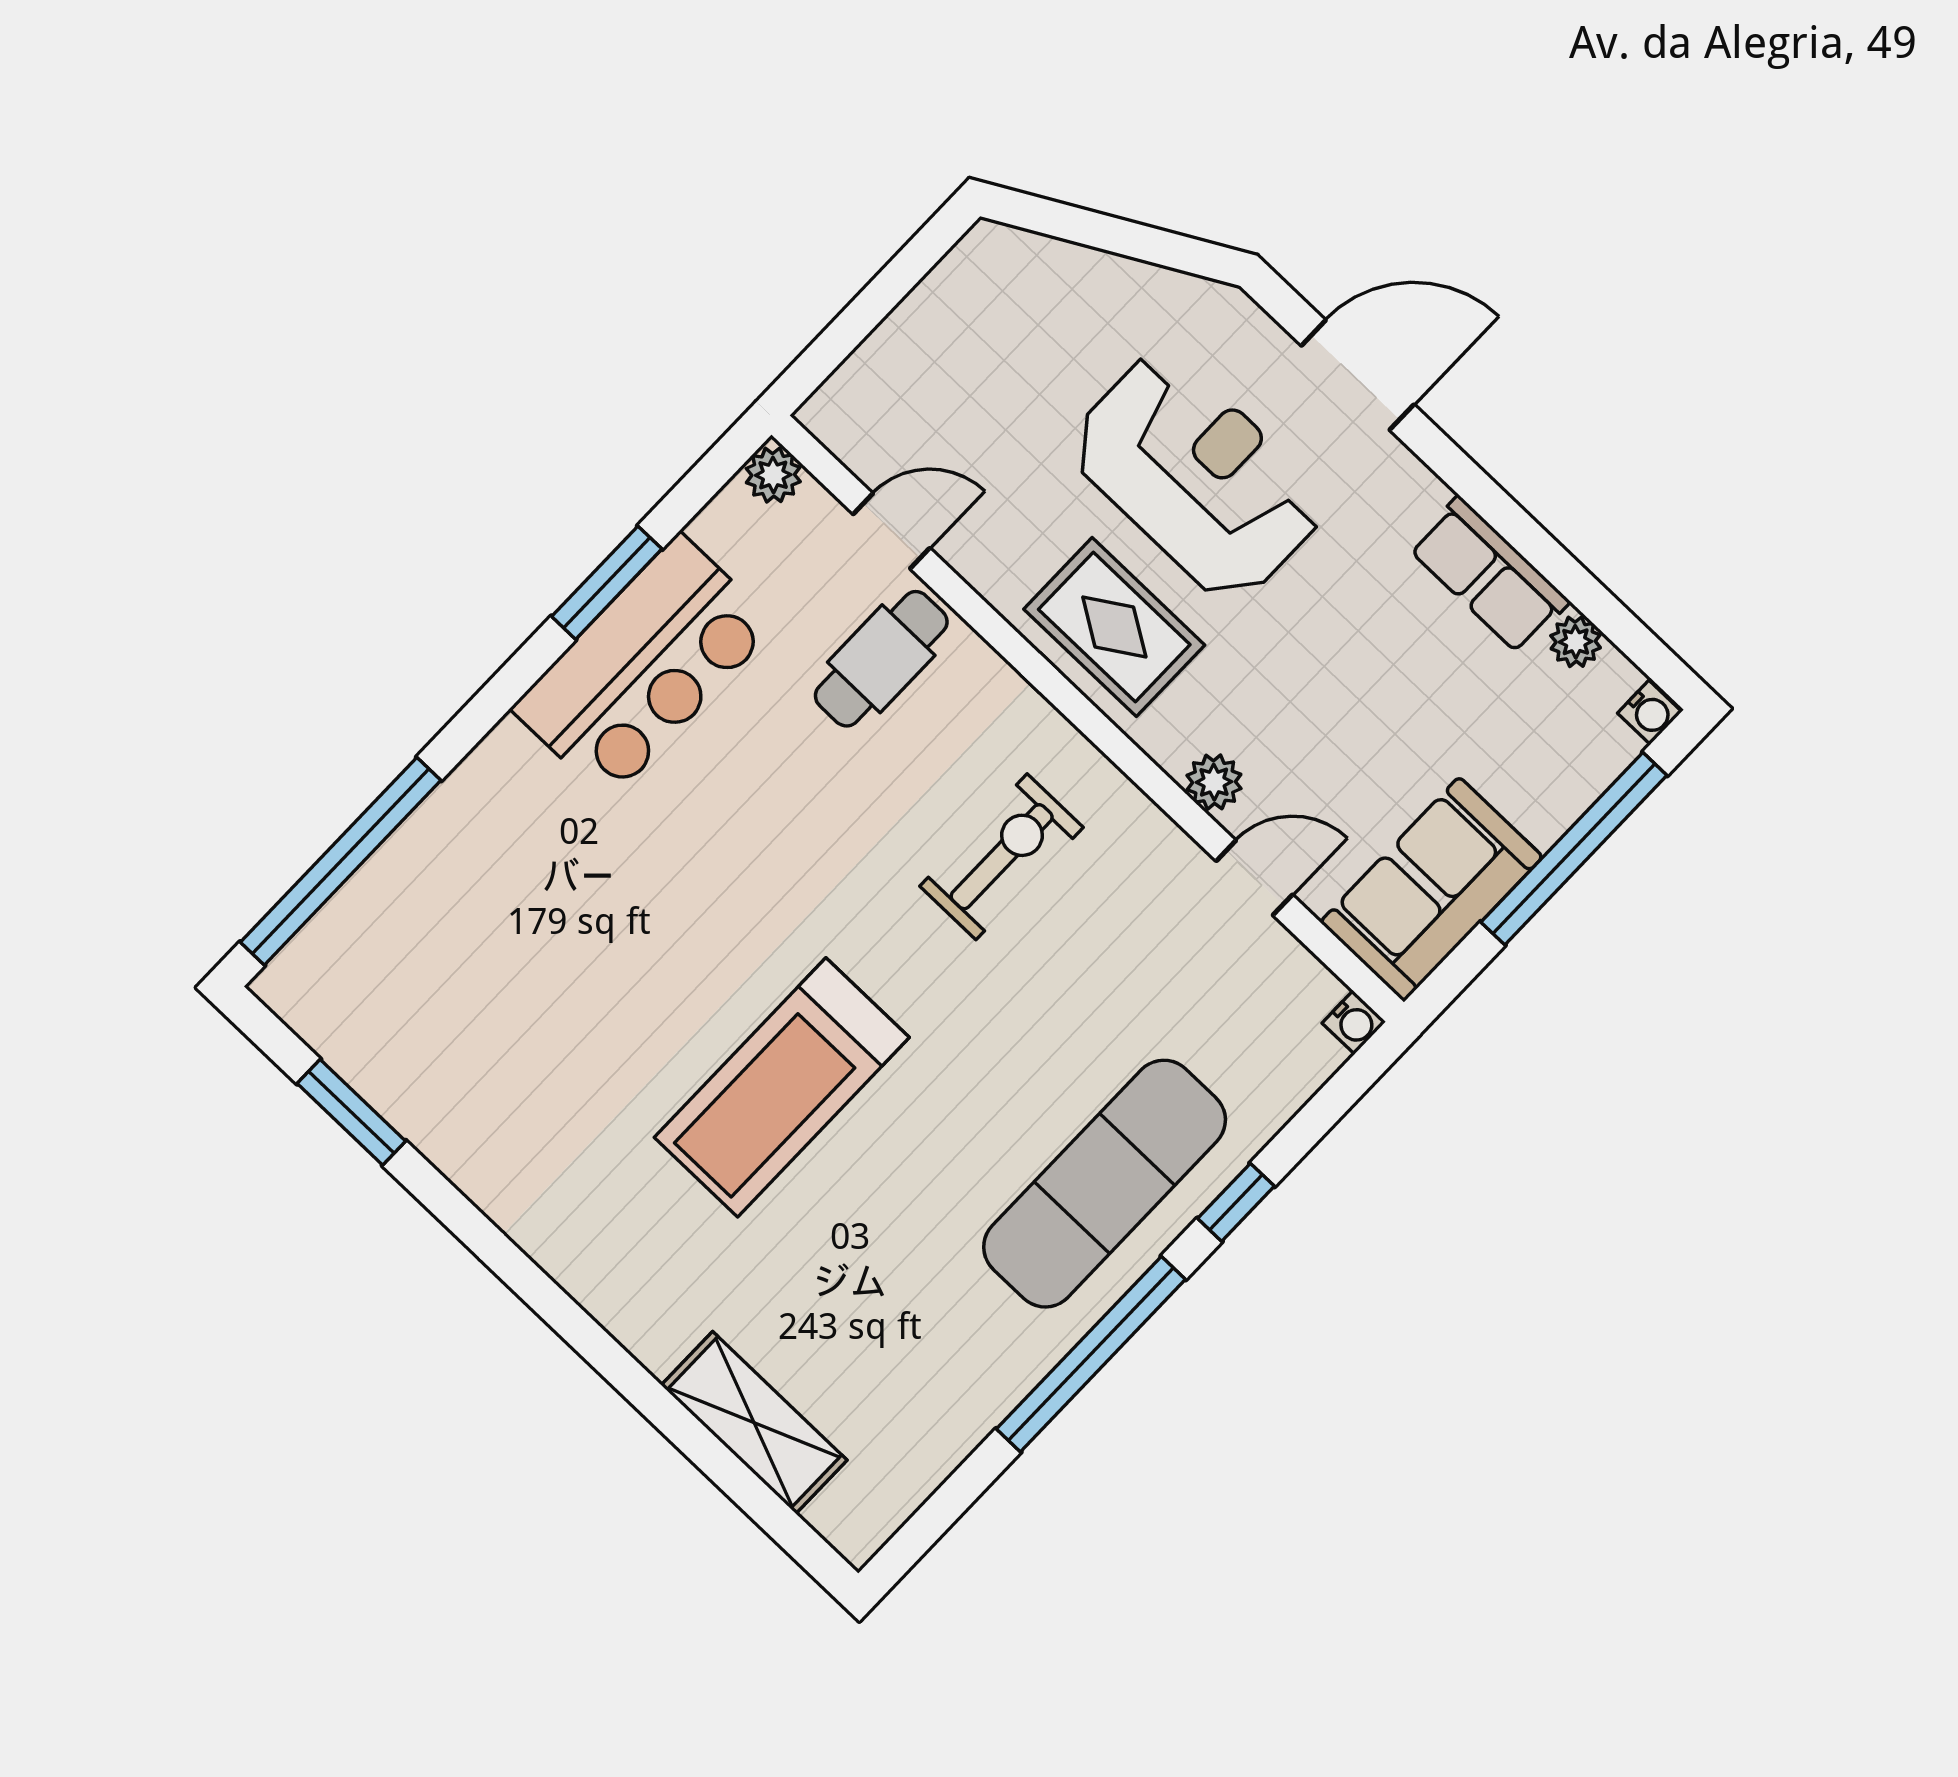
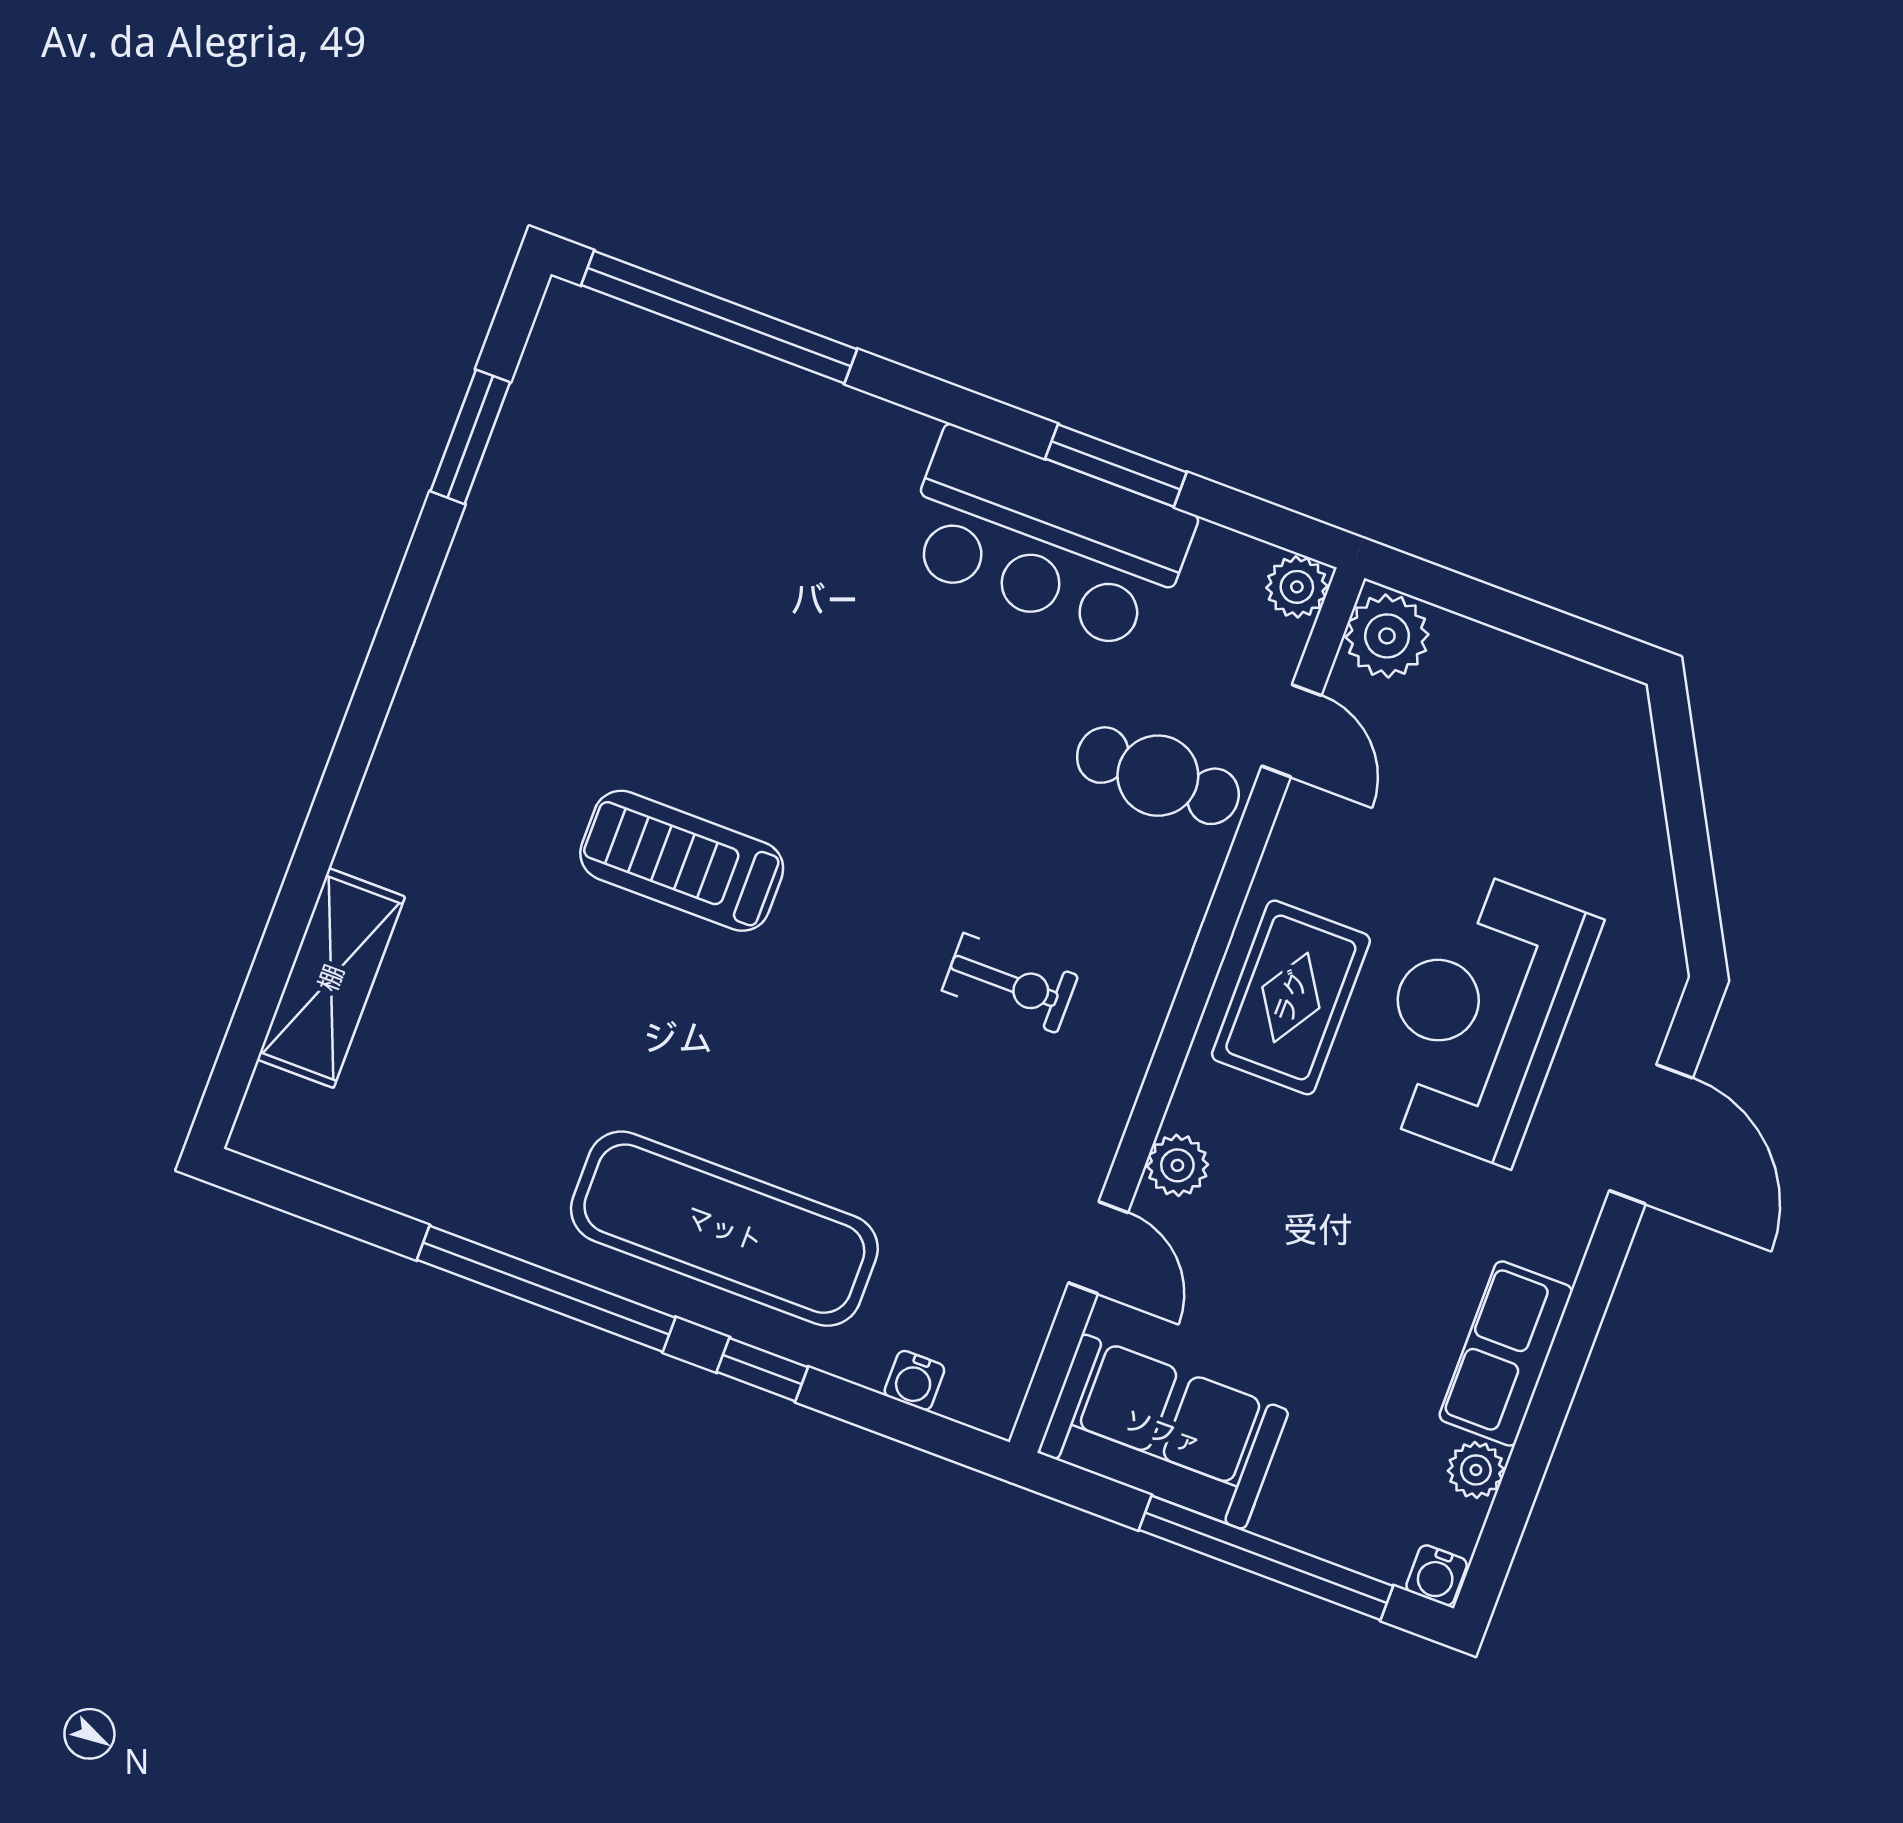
plant: (846, 417) -> (1387, 636), added
reception desk: (1197, 476) -> (1479, 1015), turned 180
exercise bike: (1002, 857) -> (1010, 983), width x0.73, depth x0.72
water cooler: (1354, 1022) -> (914, 1380), moved
treadmill: (782, 1087) -> (682, 861), width x0.73, depth x0.73

